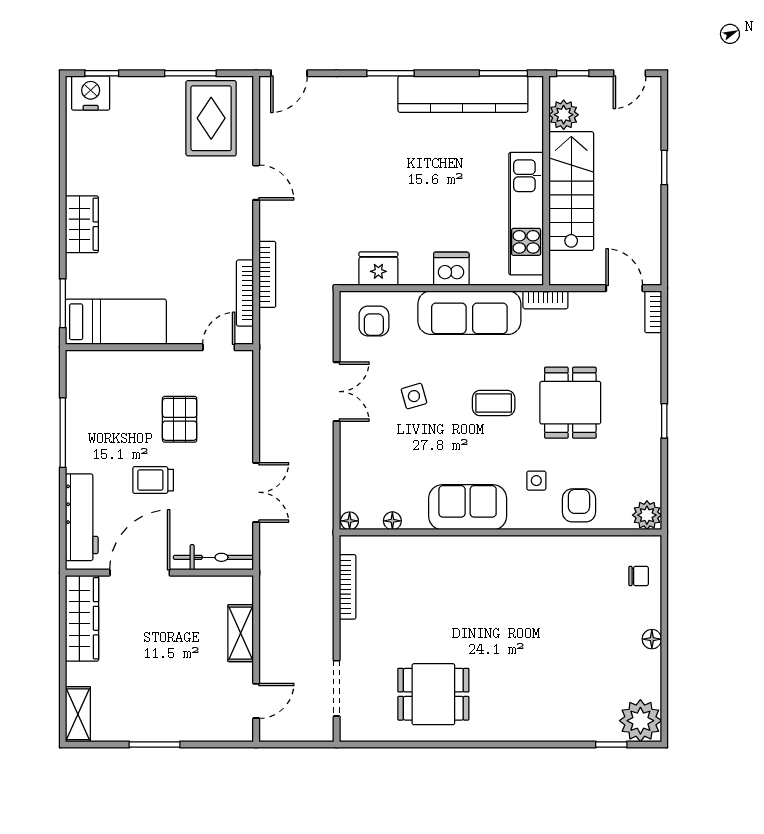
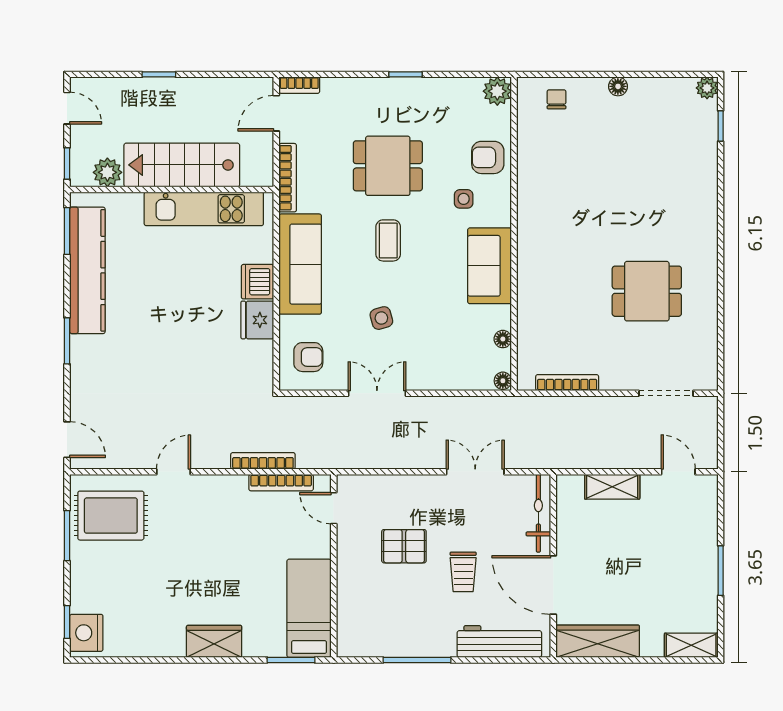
fridge: (378, 269) -> (257, 320), moved
bookcase: (545, 300) -> (288, 178), width x1.56
dining table: (433, 694) -> (647, 291), moved, turned 90
plant: (640, 721) -> (707, 88), width x0.53, depth x0.53

